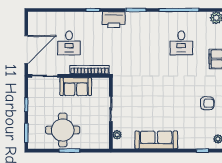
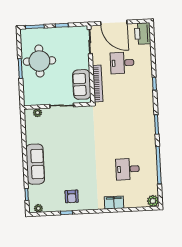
printer: (114, 20) -> (143, 33), moved
sofa: (76, 87) -> (82, 84), moved
sofa: (156, 140) -> (35, 164), moved

